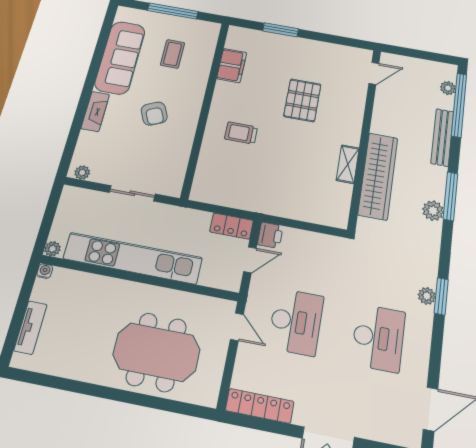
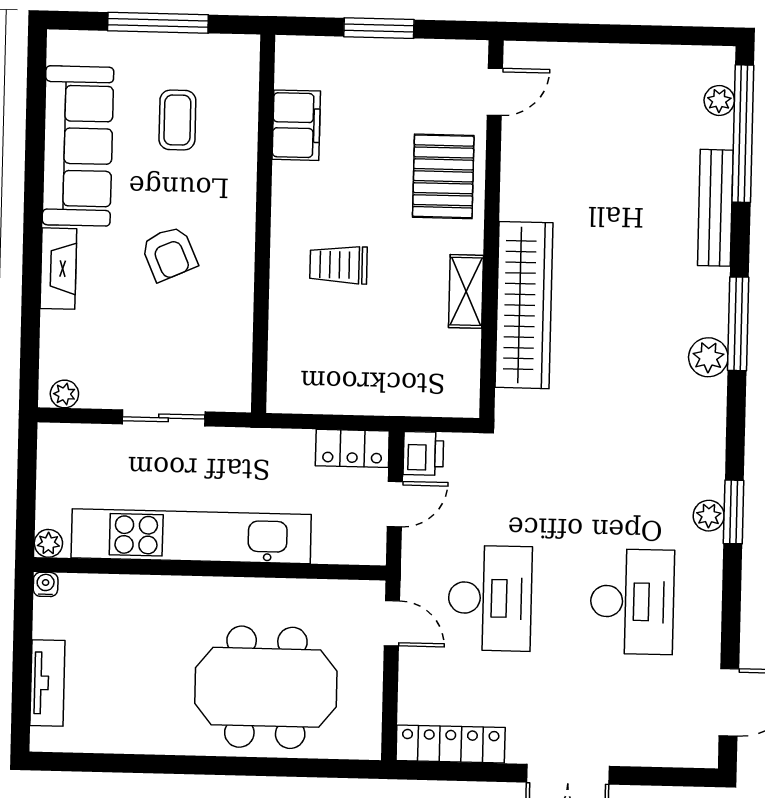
door: (374, 73) -> (495, 92), moved
wall: (365, 136) -> (491, 229), moved
shelving: (348, 164) -> (466, 291), moved
wardrobe: (378, 176) -> (524, 305), moved

